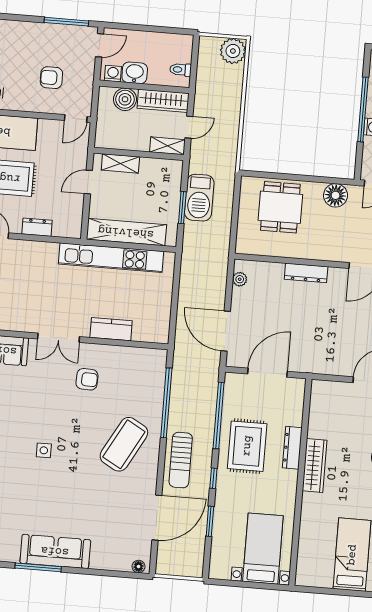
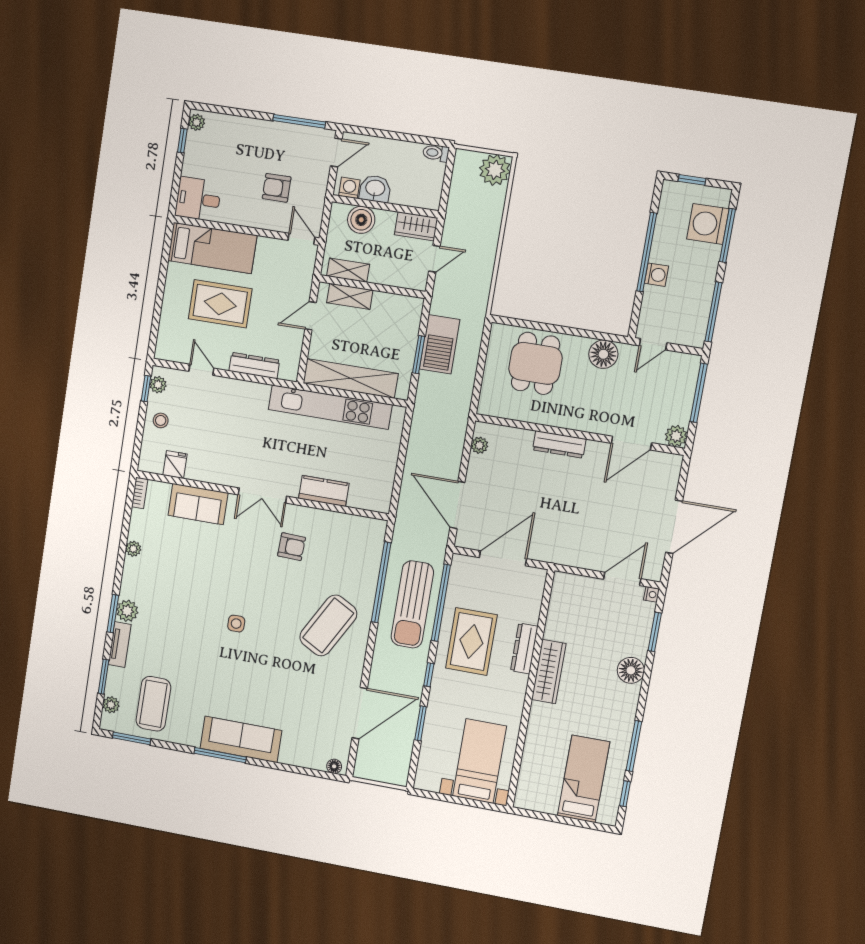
toilet: (180, 70) -> (436, 153), moved
wardrobe: (163, 101) -> (416, 226), width x0.67
door: (76, 119) -> (301, 239), swing flipped
shelving: (167, 146) -> (348, 270), moved
dresser: (37, 227) -> (254, 366), width x1.44
sun lounger: (181, 460) -> (412, 604), moved, width x1.36, depth x1.34

